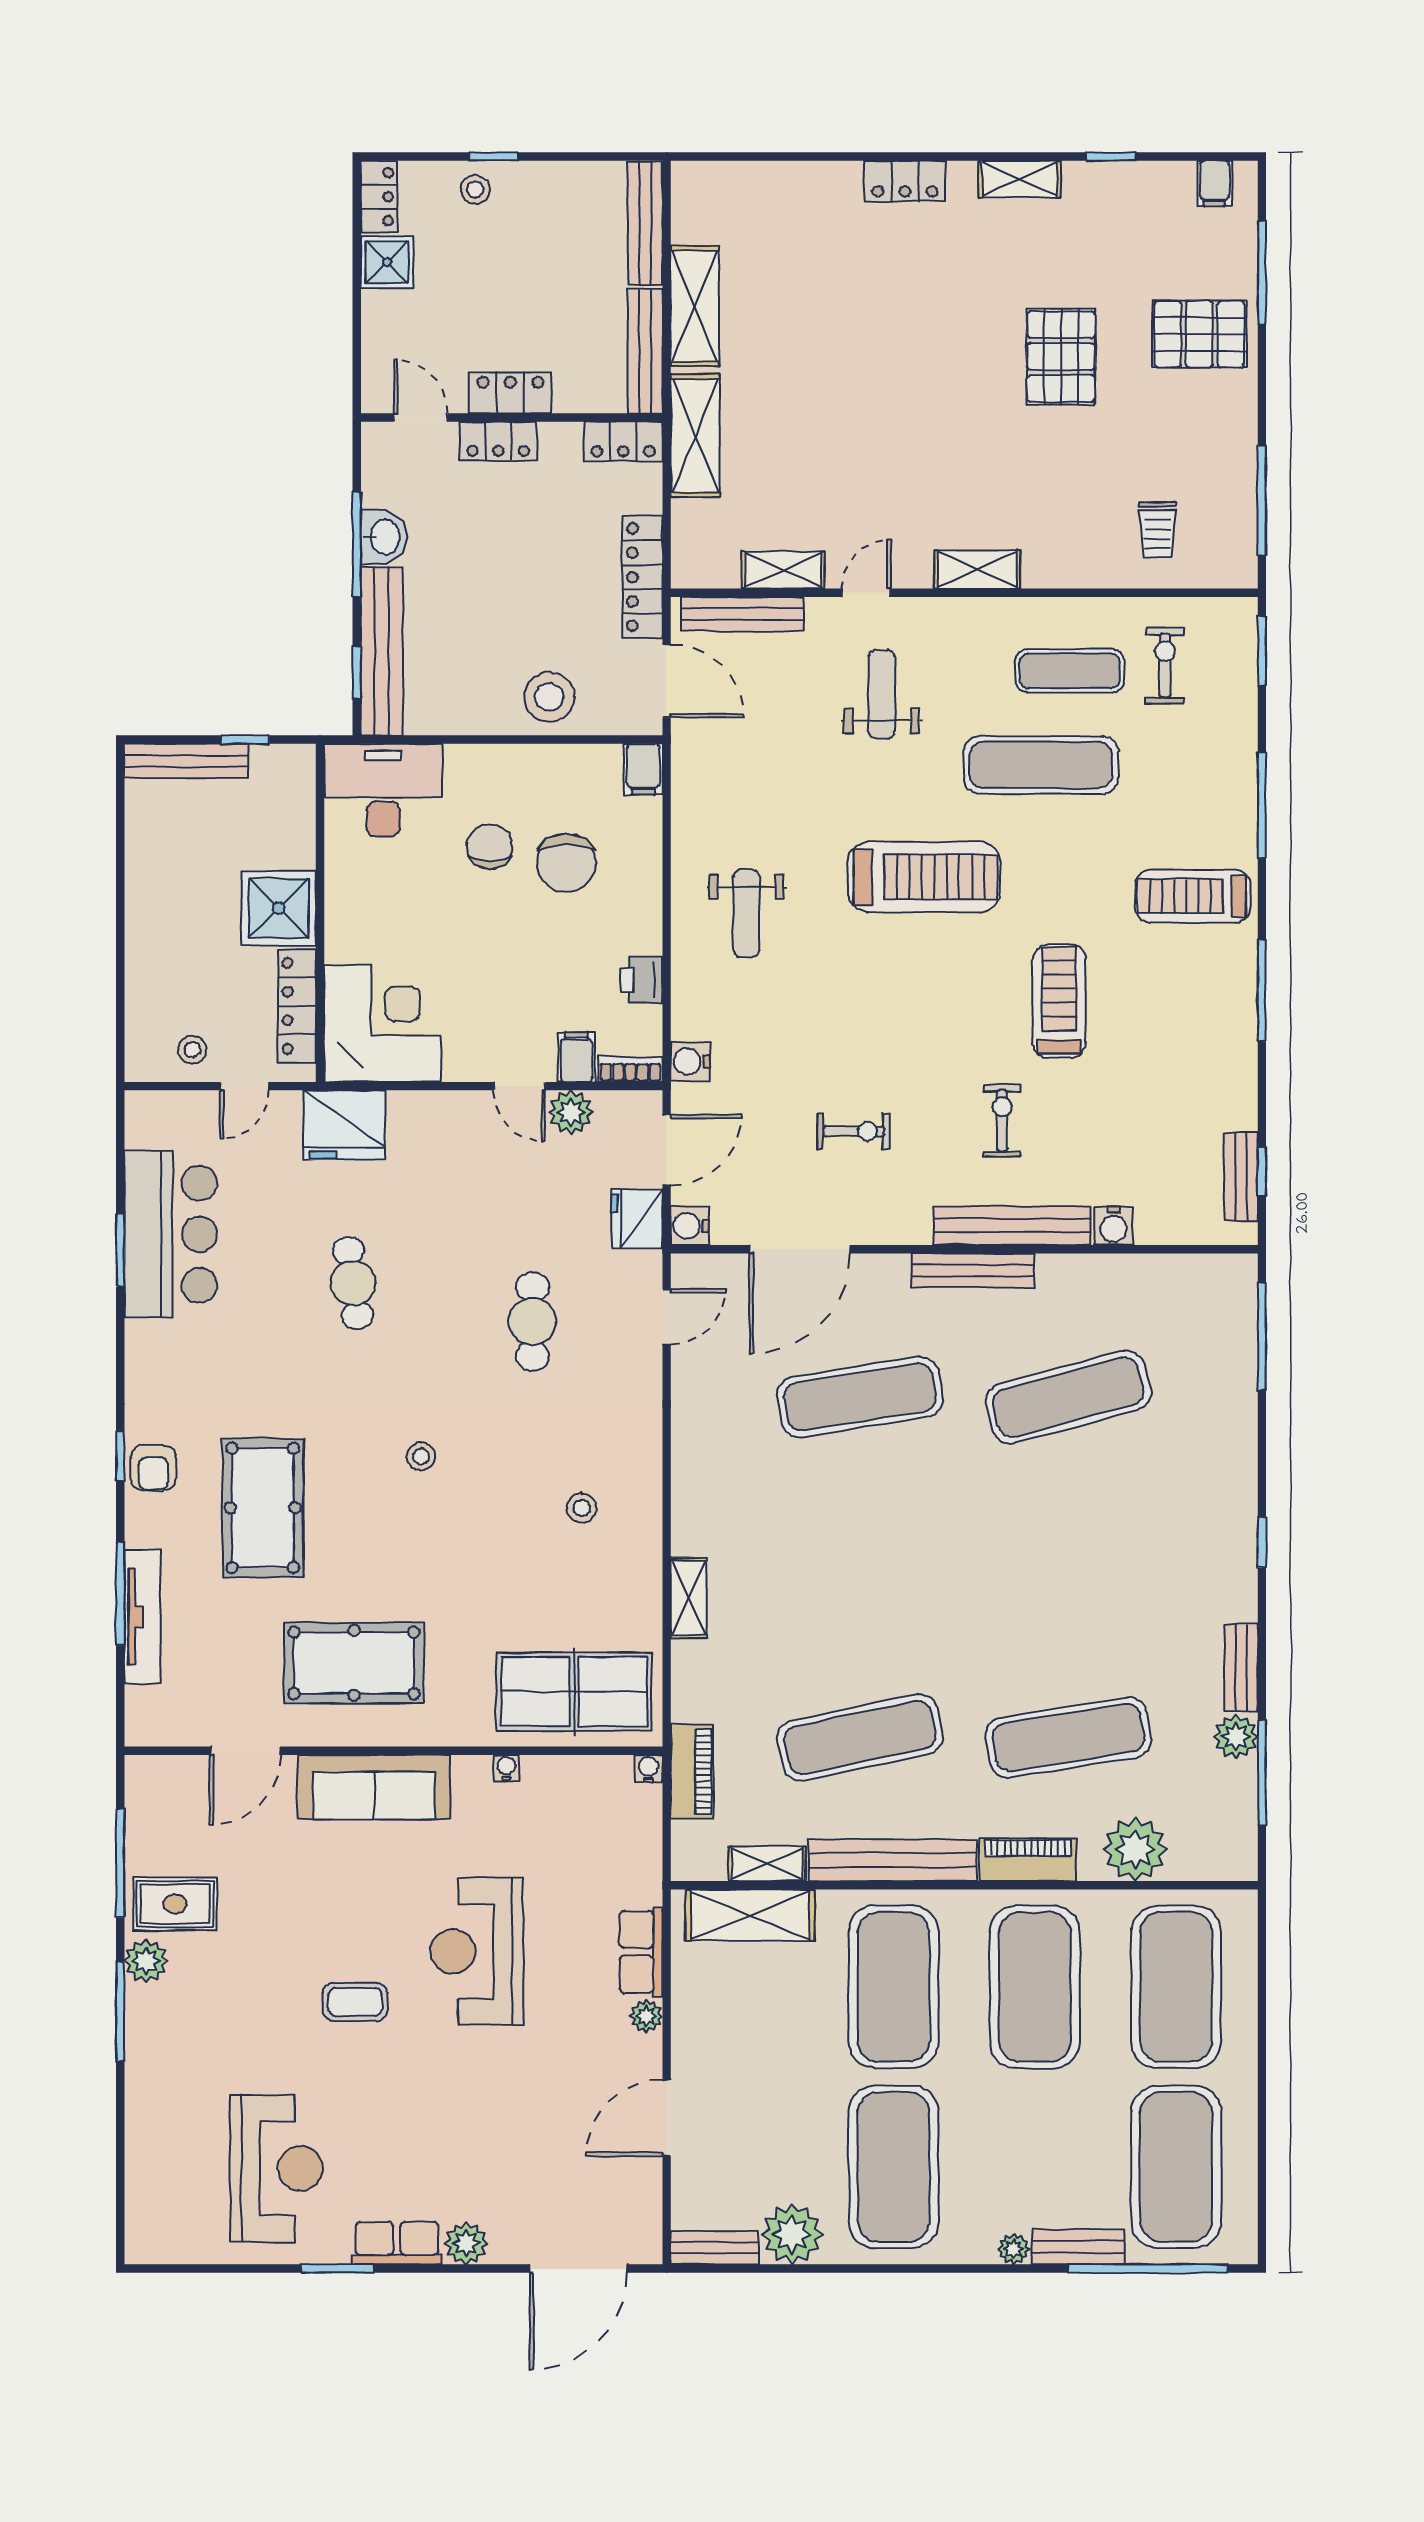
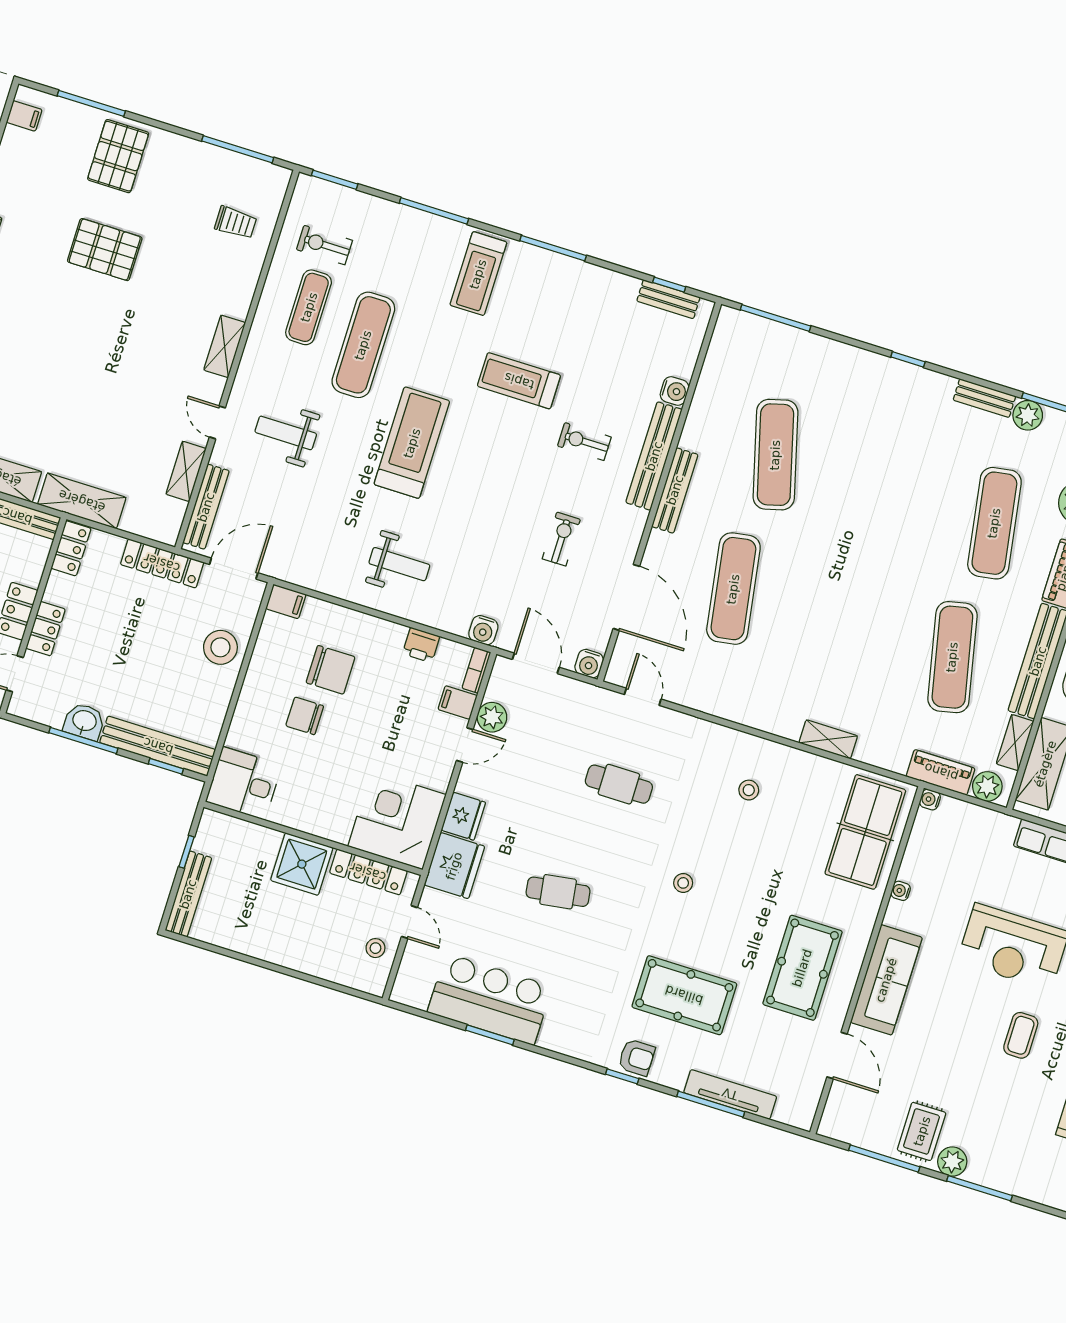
desk: (383, 790) -> (244, 783), width x0.73
fridge: (637, 1219) -> (463, 816), moved, turned -90
plant: (693, 1844) -> (987, 786), added

